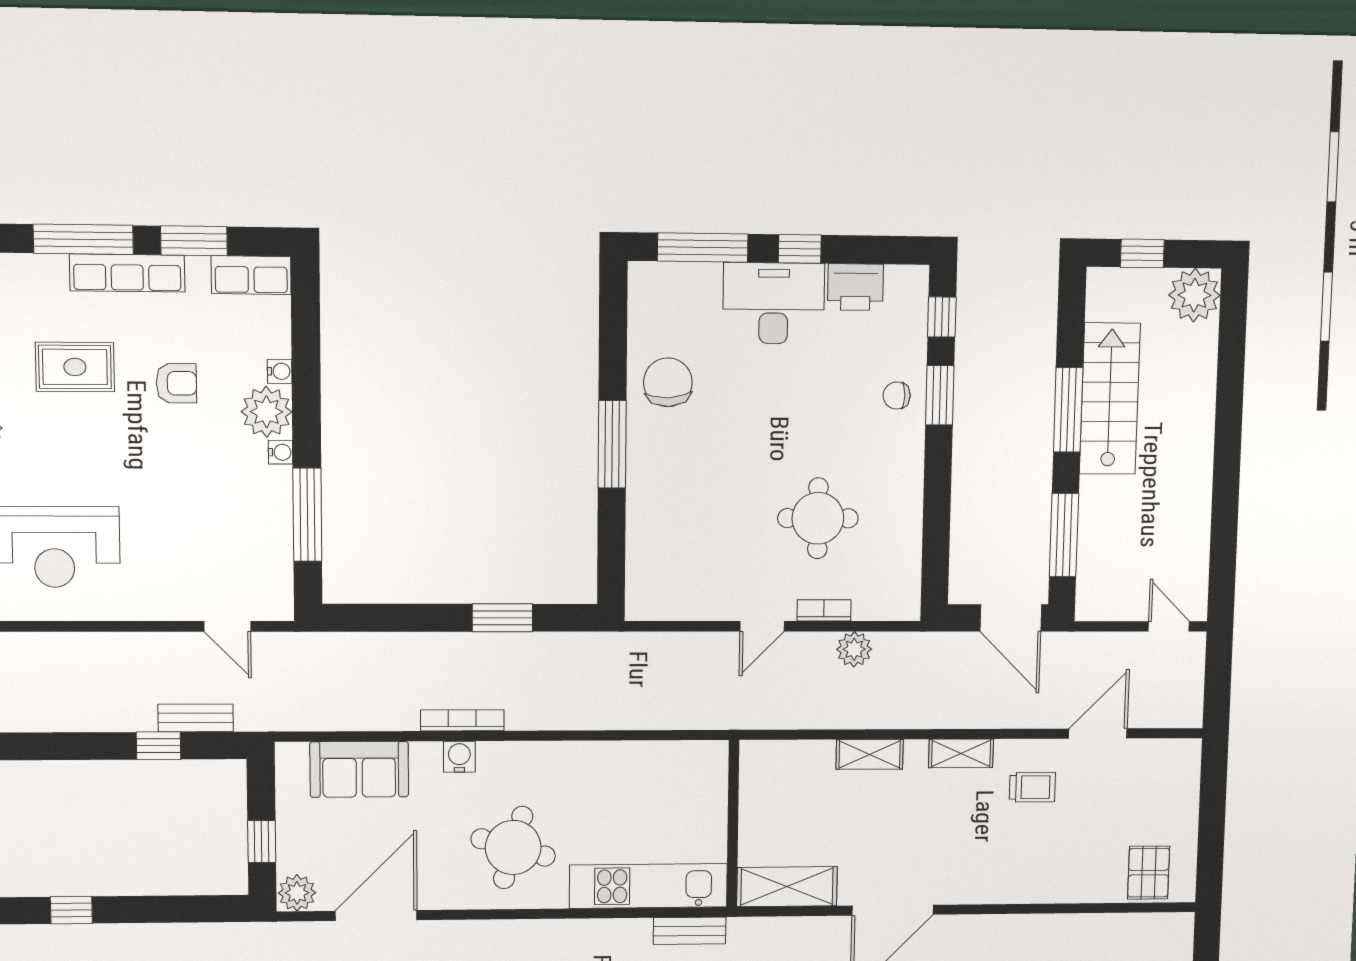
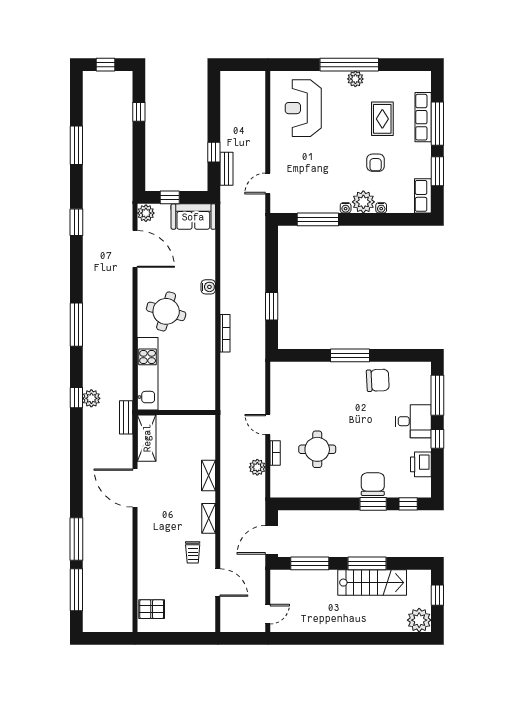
row of seats: (127, 273) -> (423, 117), moved
desk: (774, 303) -> (413, 421), width x0.73
chair: (897, 395) -> (373, 484), width x1.87, depth x1.87
bookcase: (462, 720) -> (225, 333), moved
sofa: (359, 769) -> (193, 217), moved, turned -90
bench: (690, 931) -> (126, 417), moved

